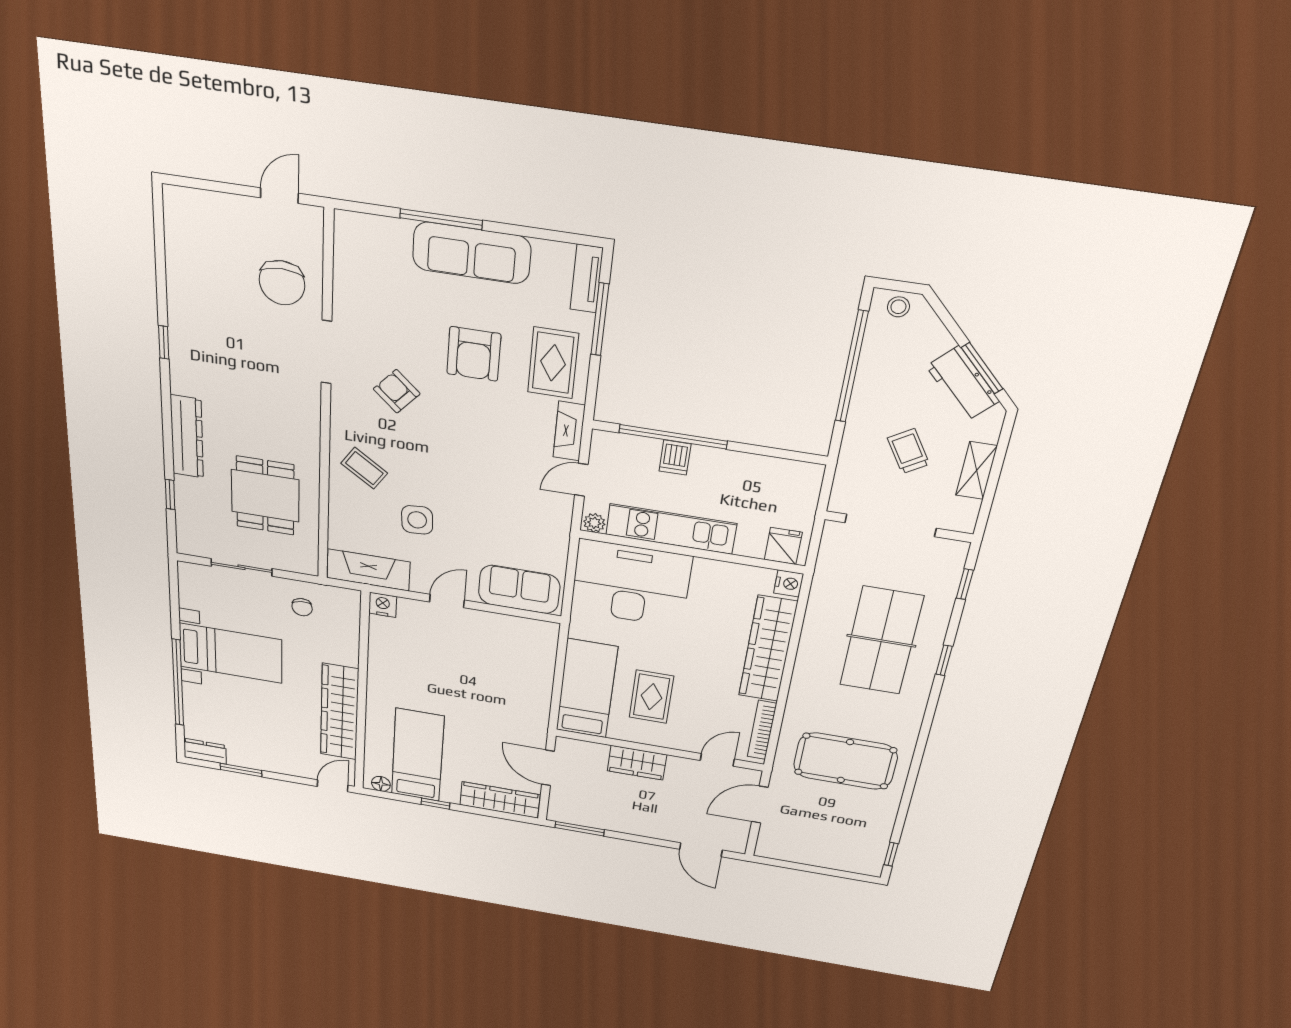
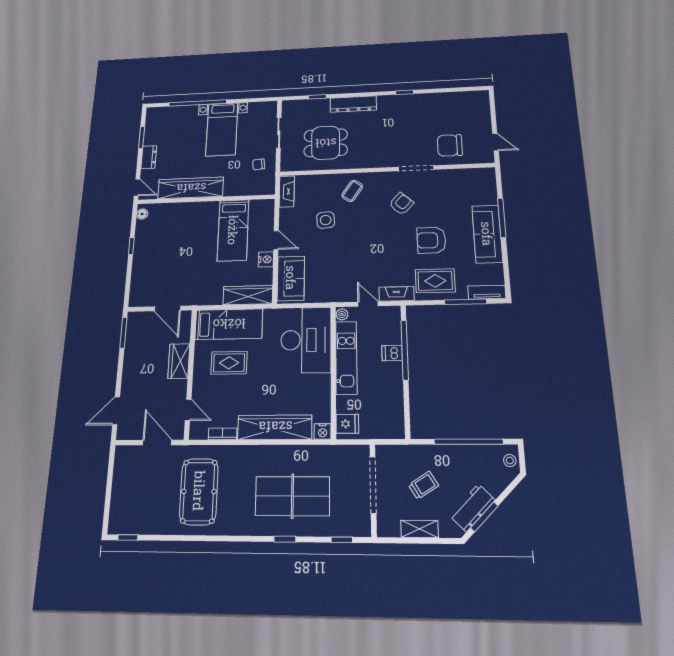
fireplace: (368, 570) -> (287, 192), width x0.73, depth x0.76
nightstand: (383, 605) -> (266, 259), moved
bookcase: (762, 730) -> (223, 434), width x0.64
dresser: (205, 751) -> (149, 157), moved
bed: (418, 755) -> (233, 230), moved, turned 90
door: (548, 768) -> (167, 308), swing flipped
wardrobe: (500, 800) -> (248, 295), moved, turned -90

